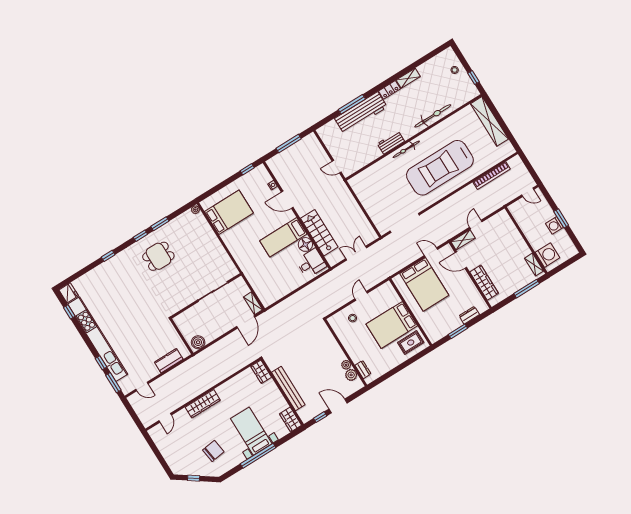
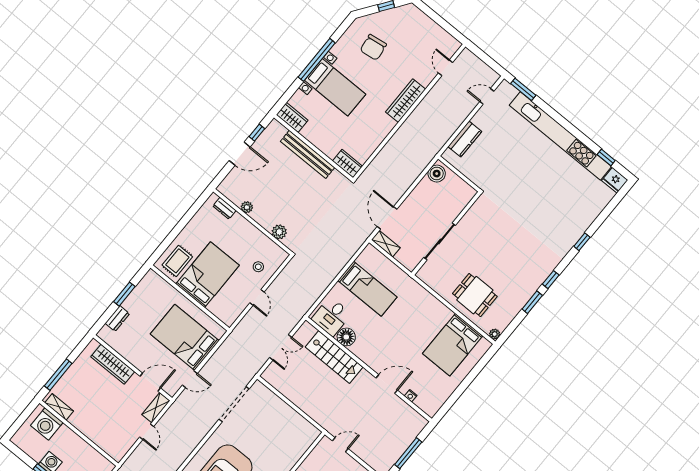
window: (247, 169) -> (448, 405), removed
bed: (283, 237) -> (367, 289), moved, turned 90
dining table: (158, 256) -> (475, 295), moved, turned 90
window: (101, 363) -> (547, 108), removed
plant: (351, 375) -> (279, 232), moved

